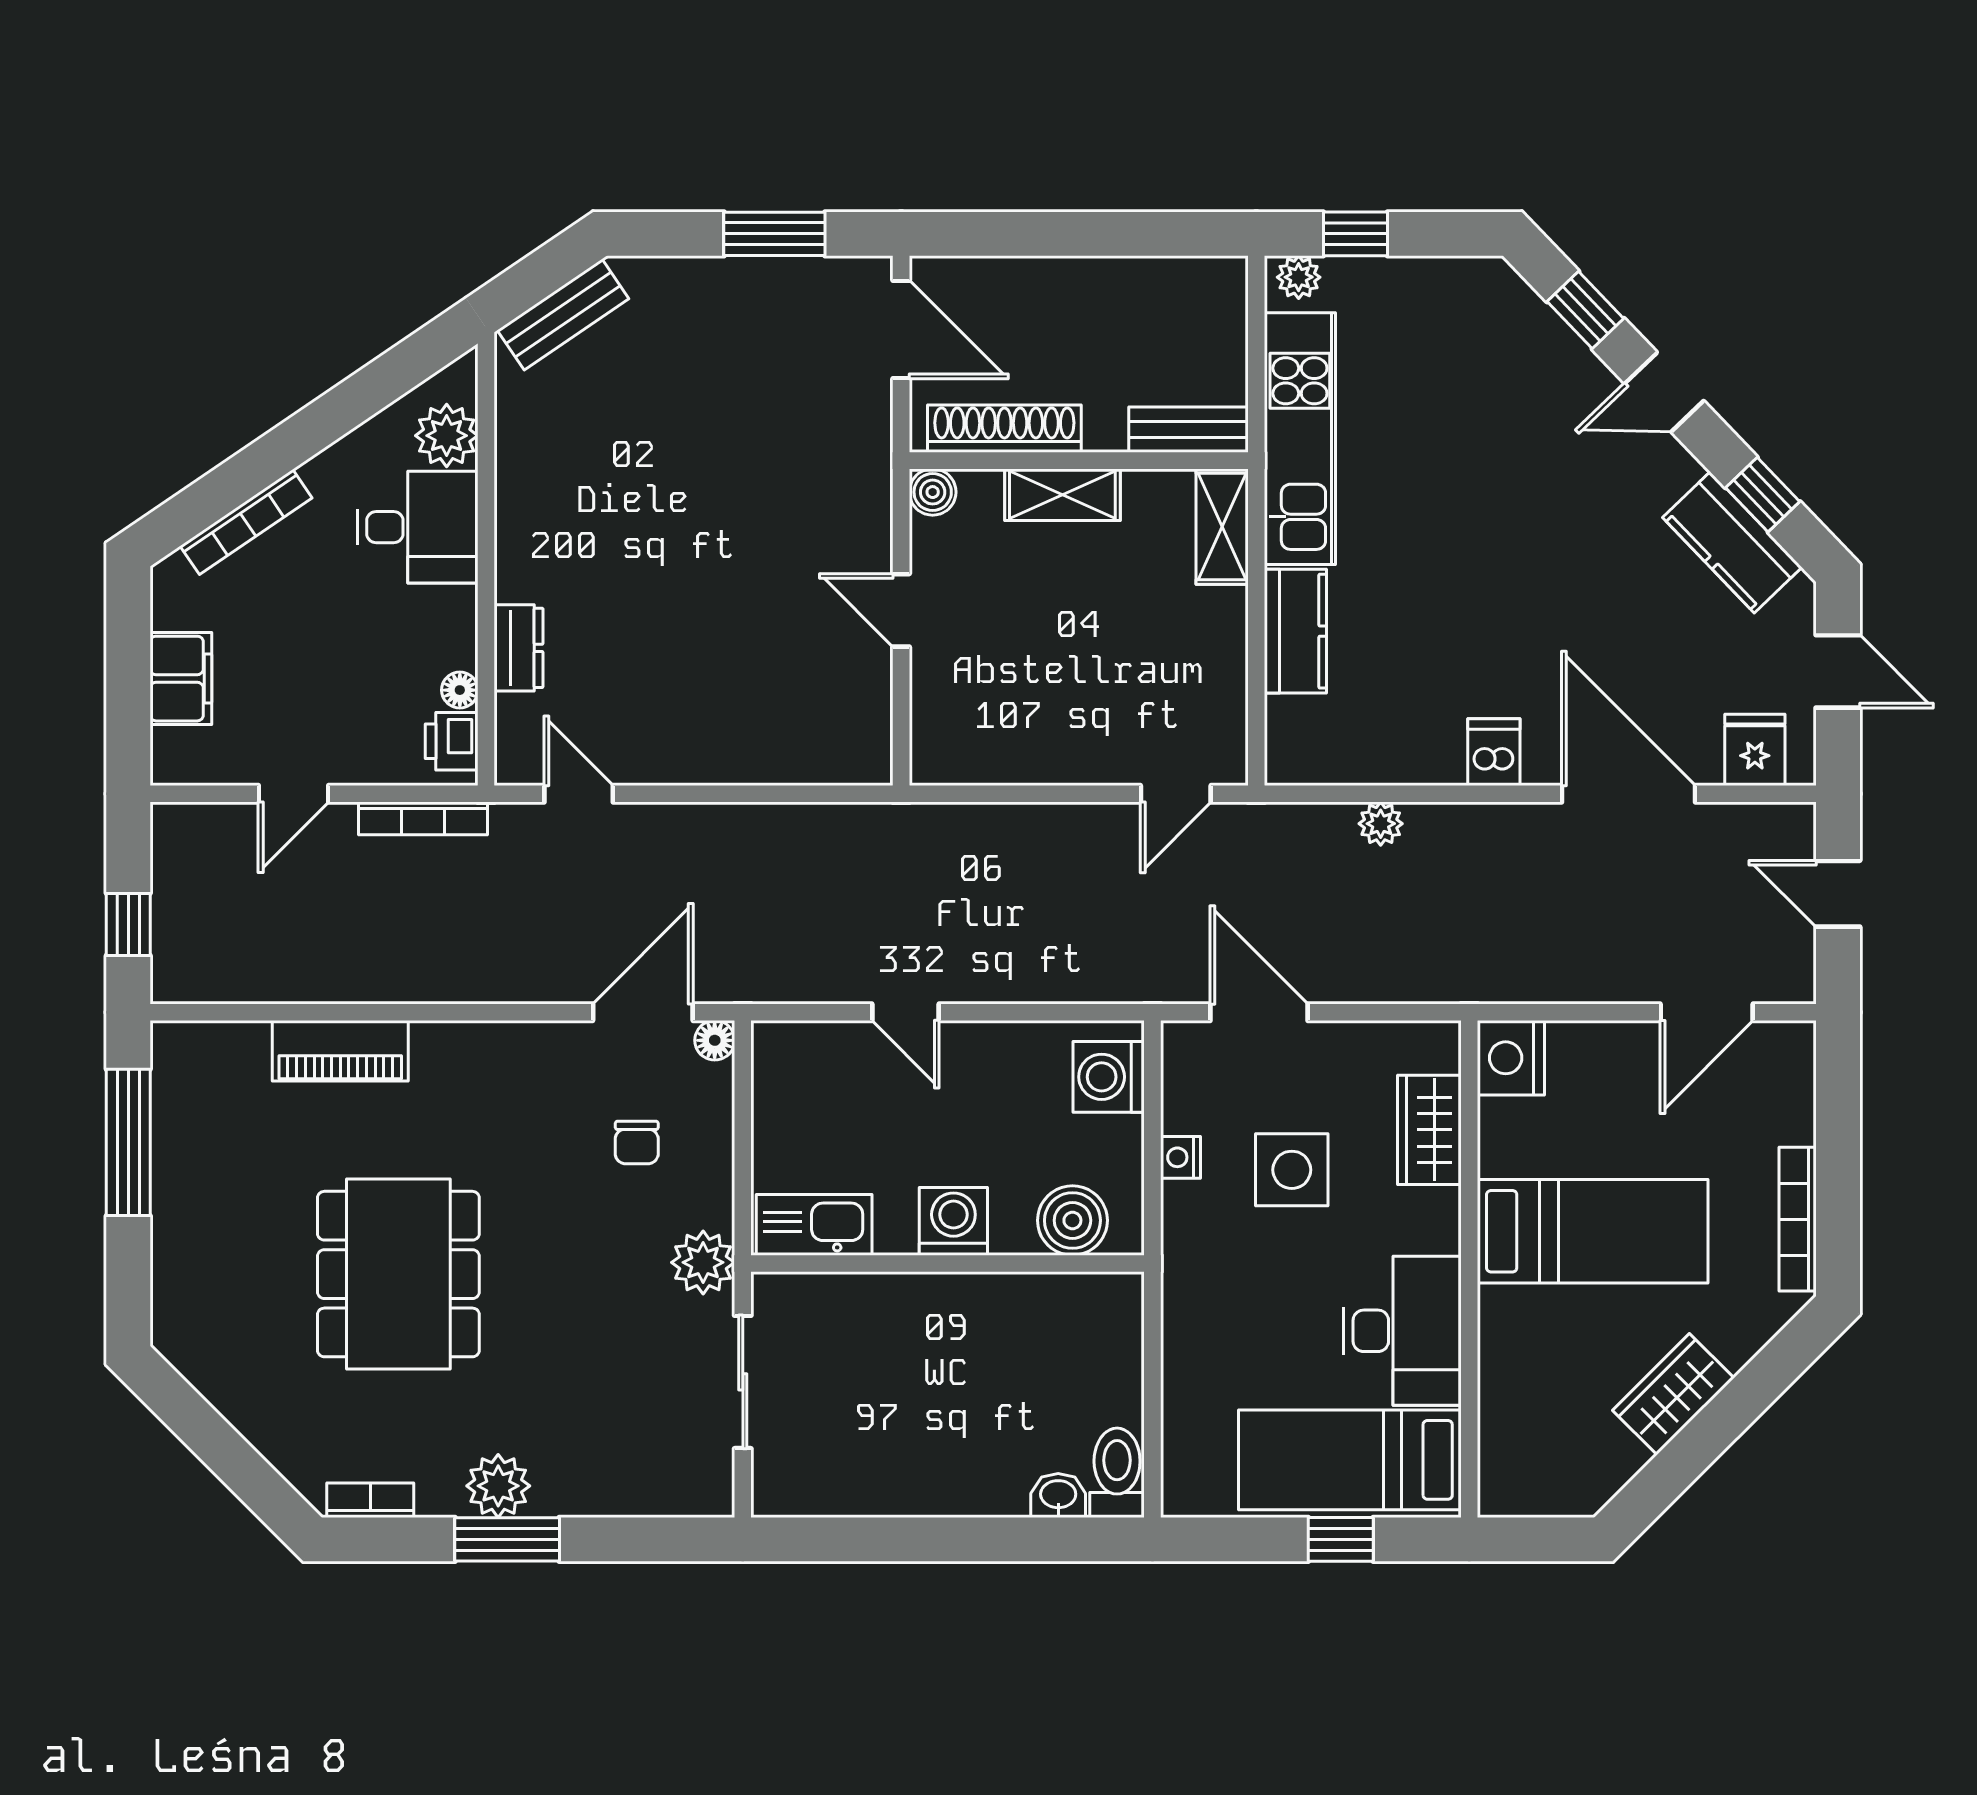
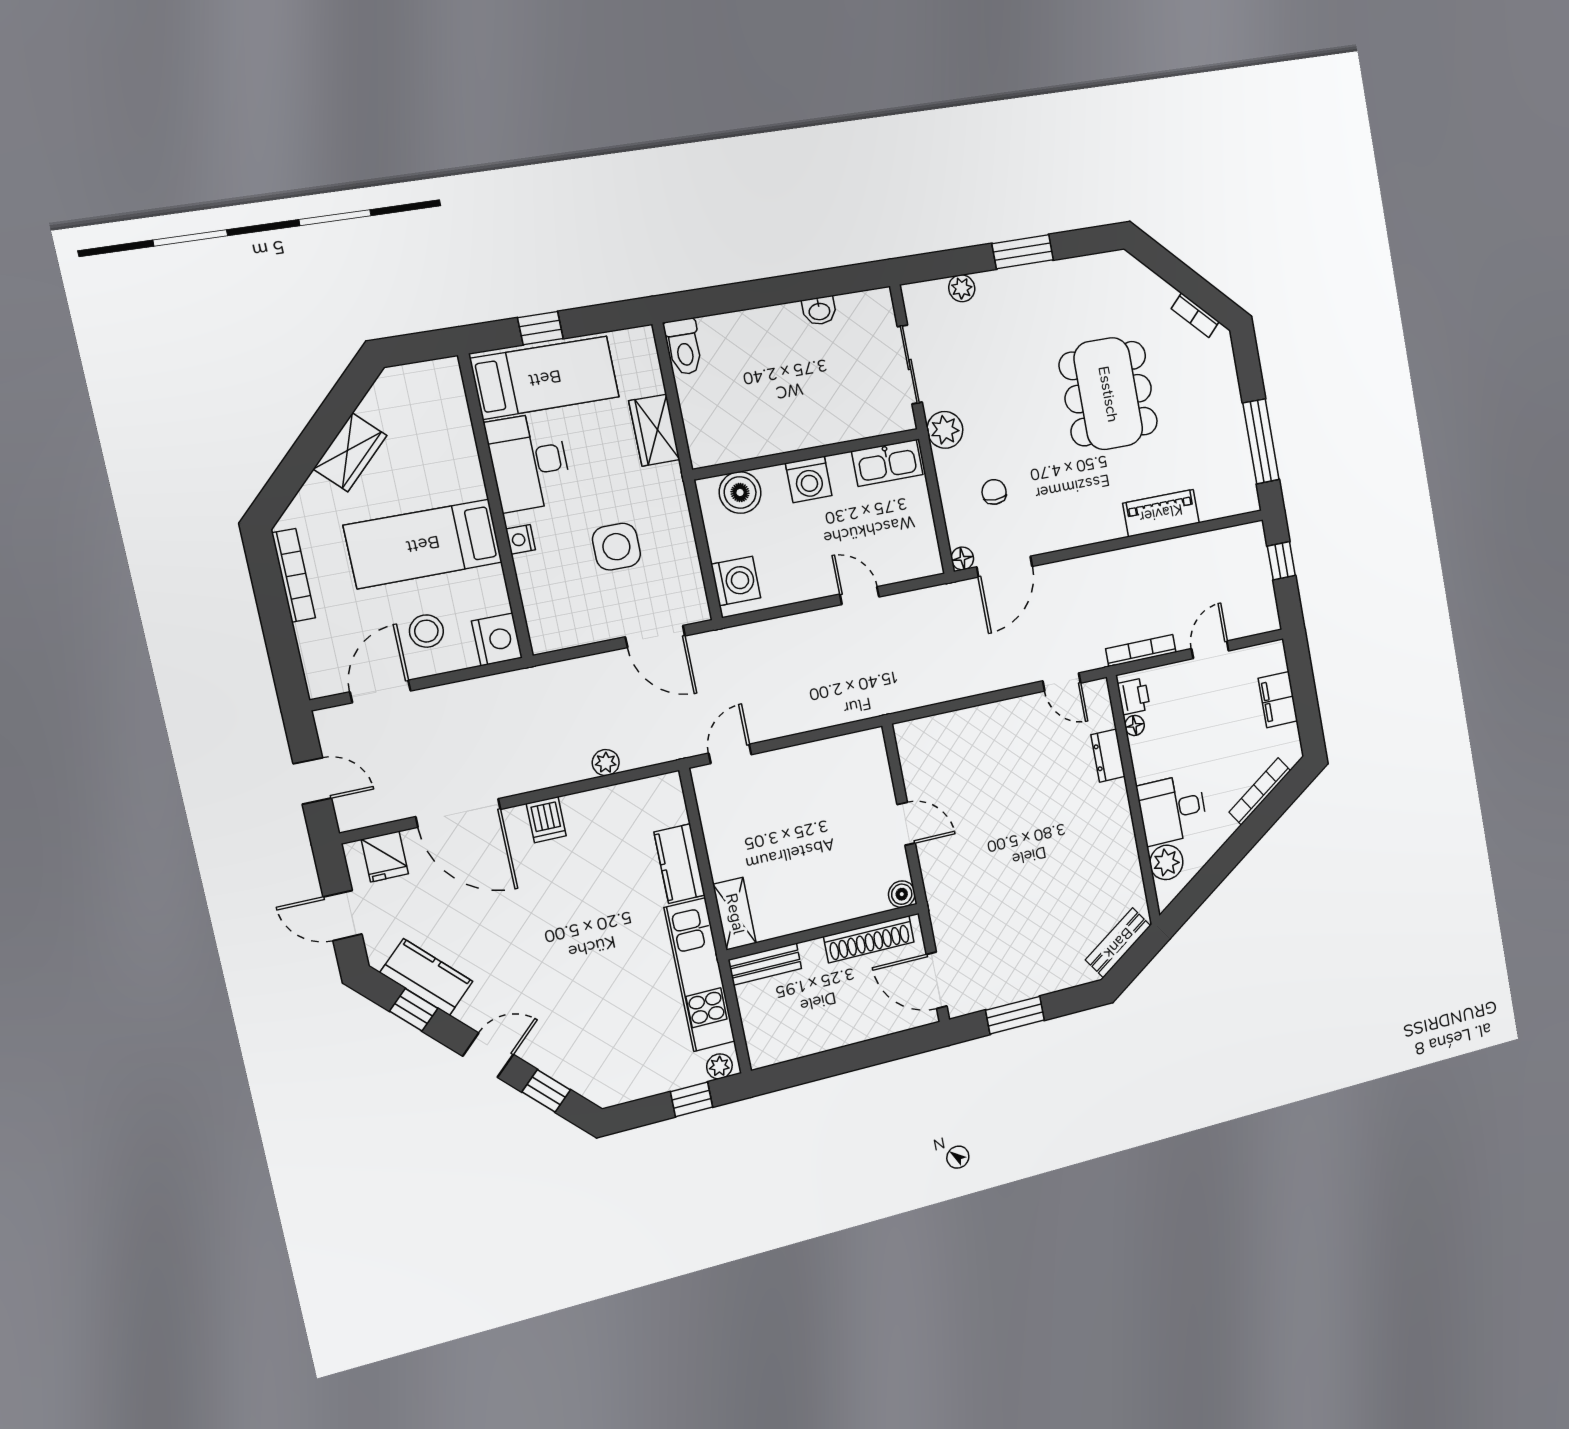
shelving: (1062, 495) -> (829, 910), removed
stool: (1617, 1093) -> (426, 631), added
wardrobe: (1429, 1130) -> (654, 430), moved, turned 180
nightstand: (1180, 1157) -> (521, 539), moved, turned 180
plant: (498, 1486) -> (962, 288), moved, width x0.73, depth x0.73
washbasin: (1058, 1495) -> (819, 311), moved
bookcase: (370, 1500) -> (1195, 315), moved, turned 45

